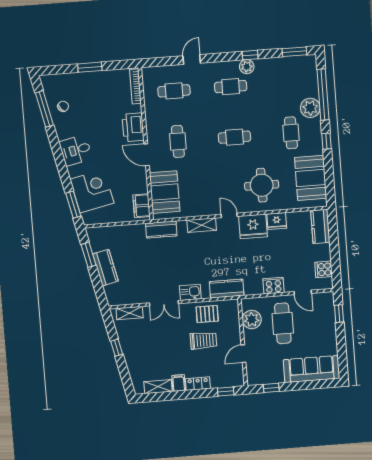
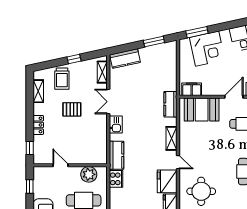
door: (229, 215) -> (178, 162), hinge flipped
kitchen counter: (105, 268) -> (125, 59), moved
cooker: (274, 286) -> (116, 179), moved
pallet: (207, 314) -> (72, 109), moved, turned 90
trolley: (203, 341) -> (62, 79), moved
filing cabinet: (179, 383) -> (40, 109), removed

